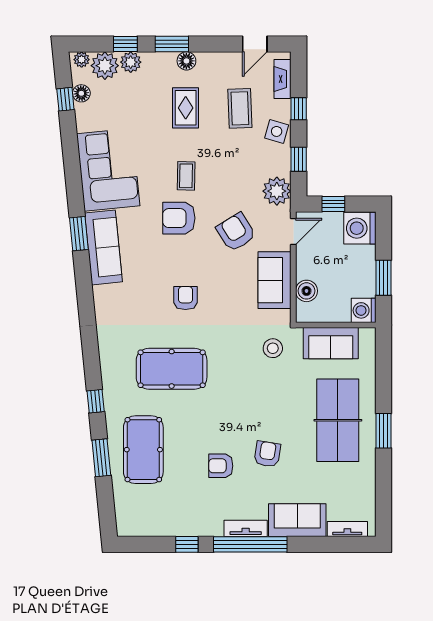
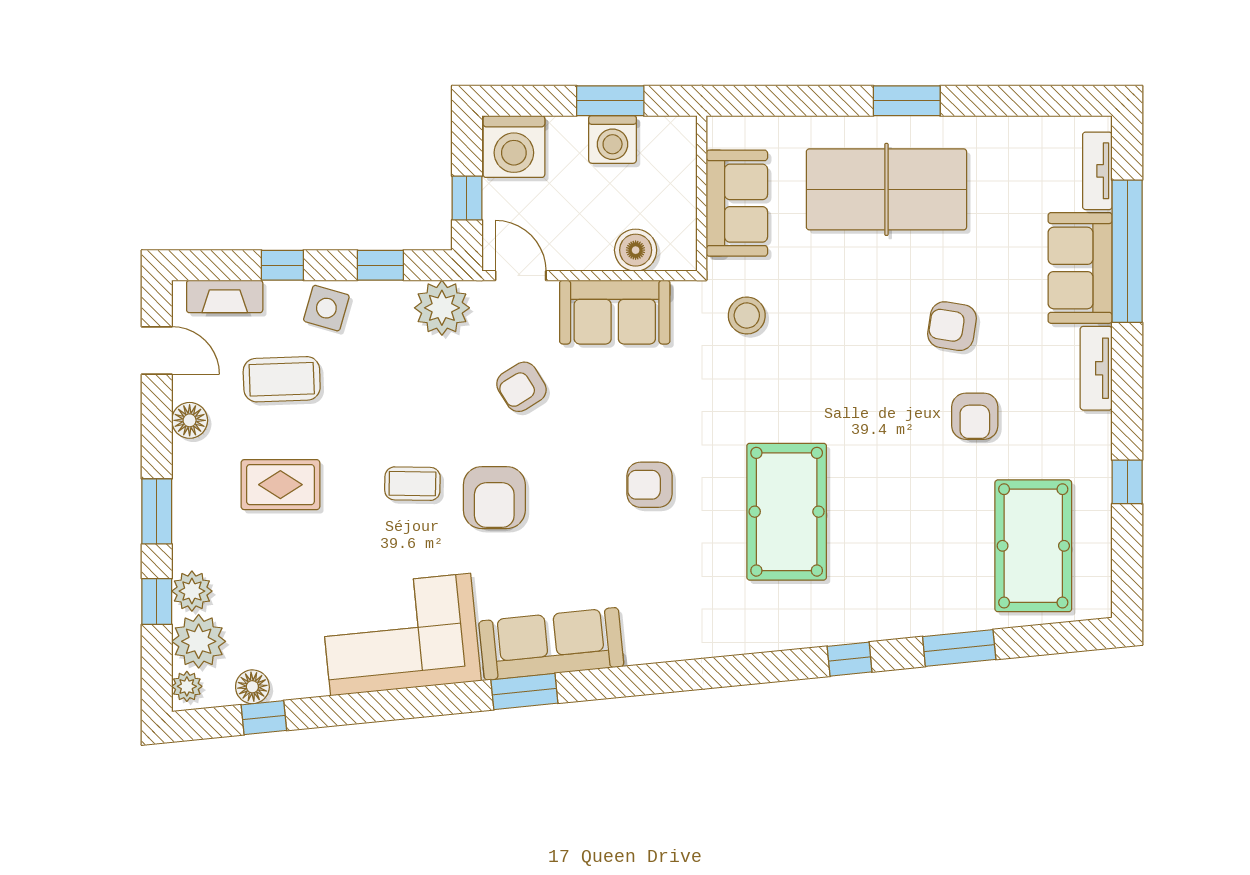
floor lamp: (186, 61) -> (190, 420), moved
armchair: (236, 232) -> (521, 387), width x0.72, depth x0.72
washing machine: (364, 310) -> (613, 139), moved
pool table: (143, 450) -> (1033, 546), moved, turned 90
window: (250, 544) -> (1127, 251), moved

